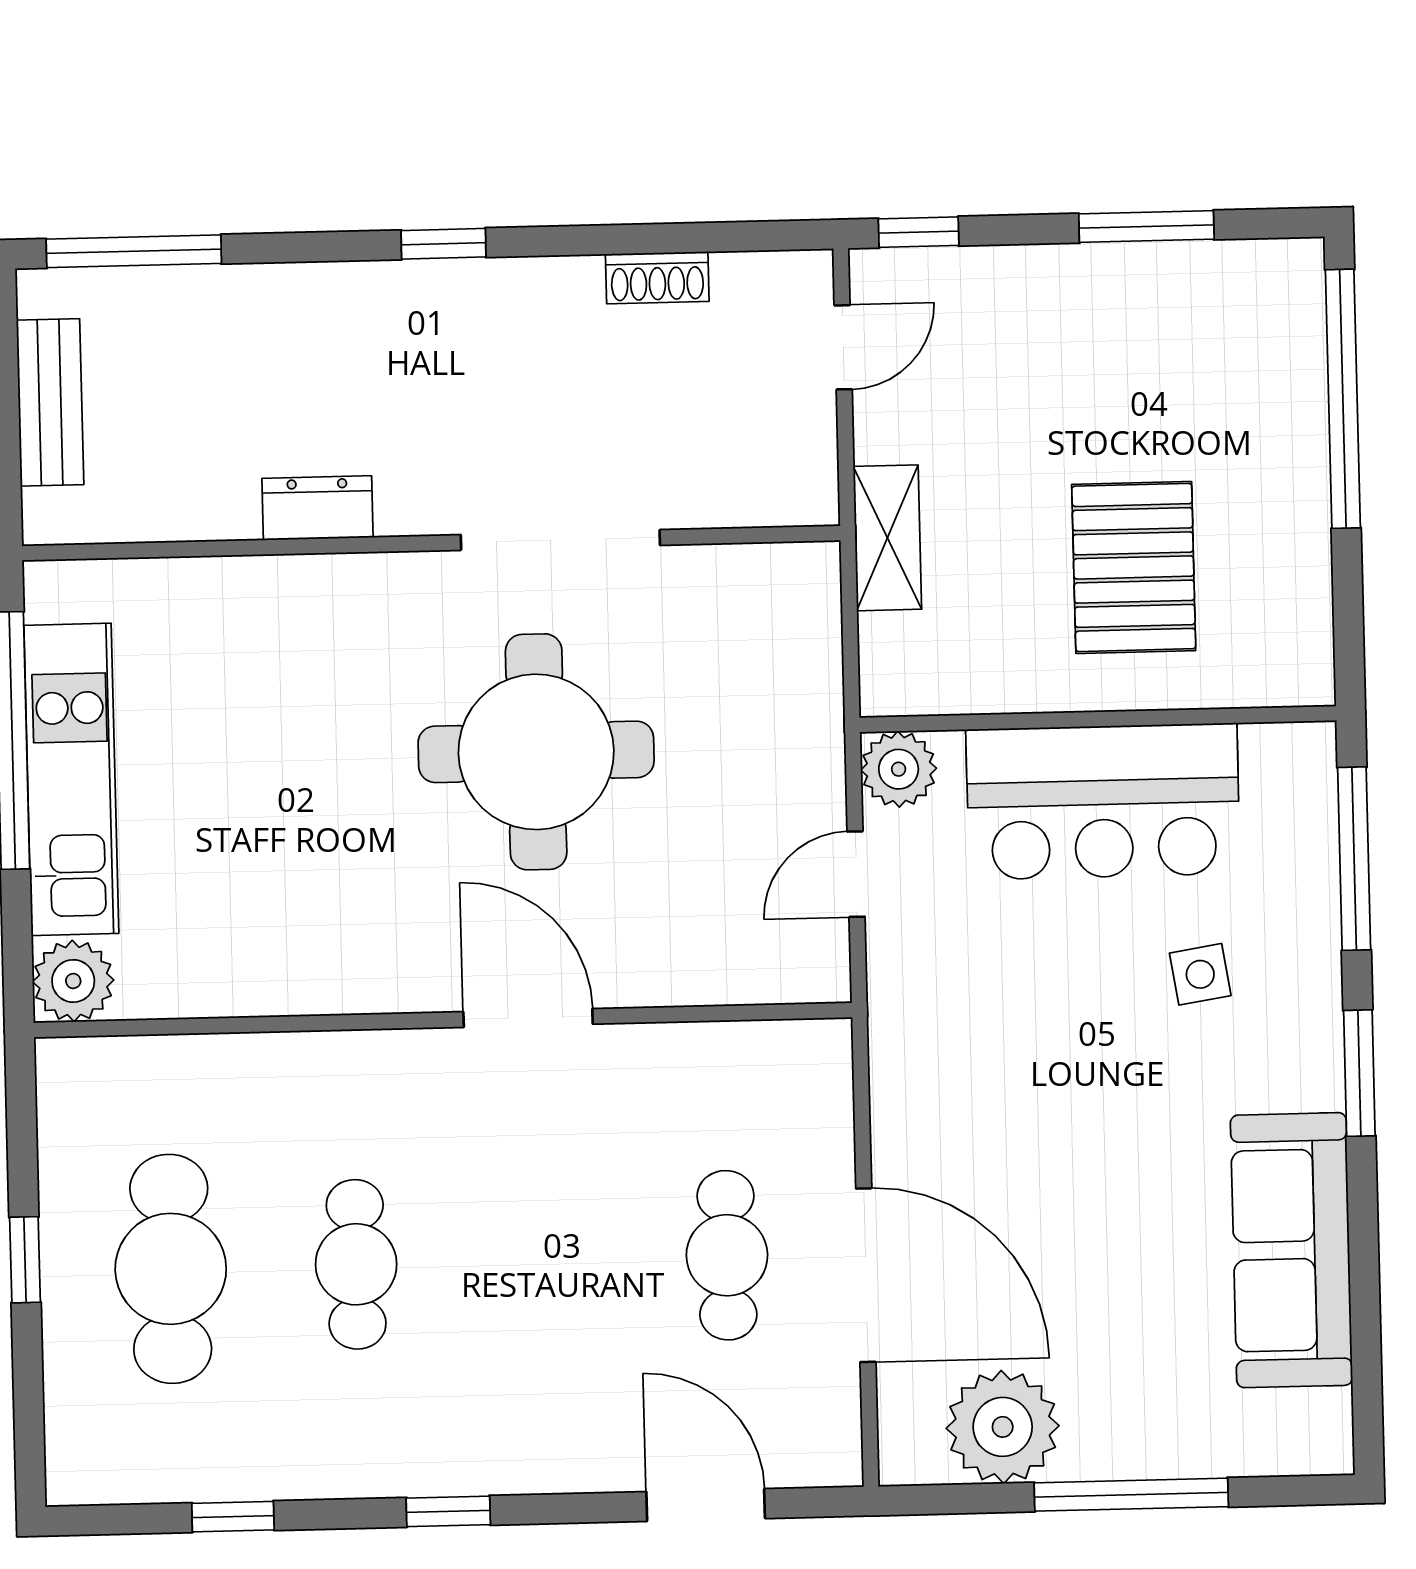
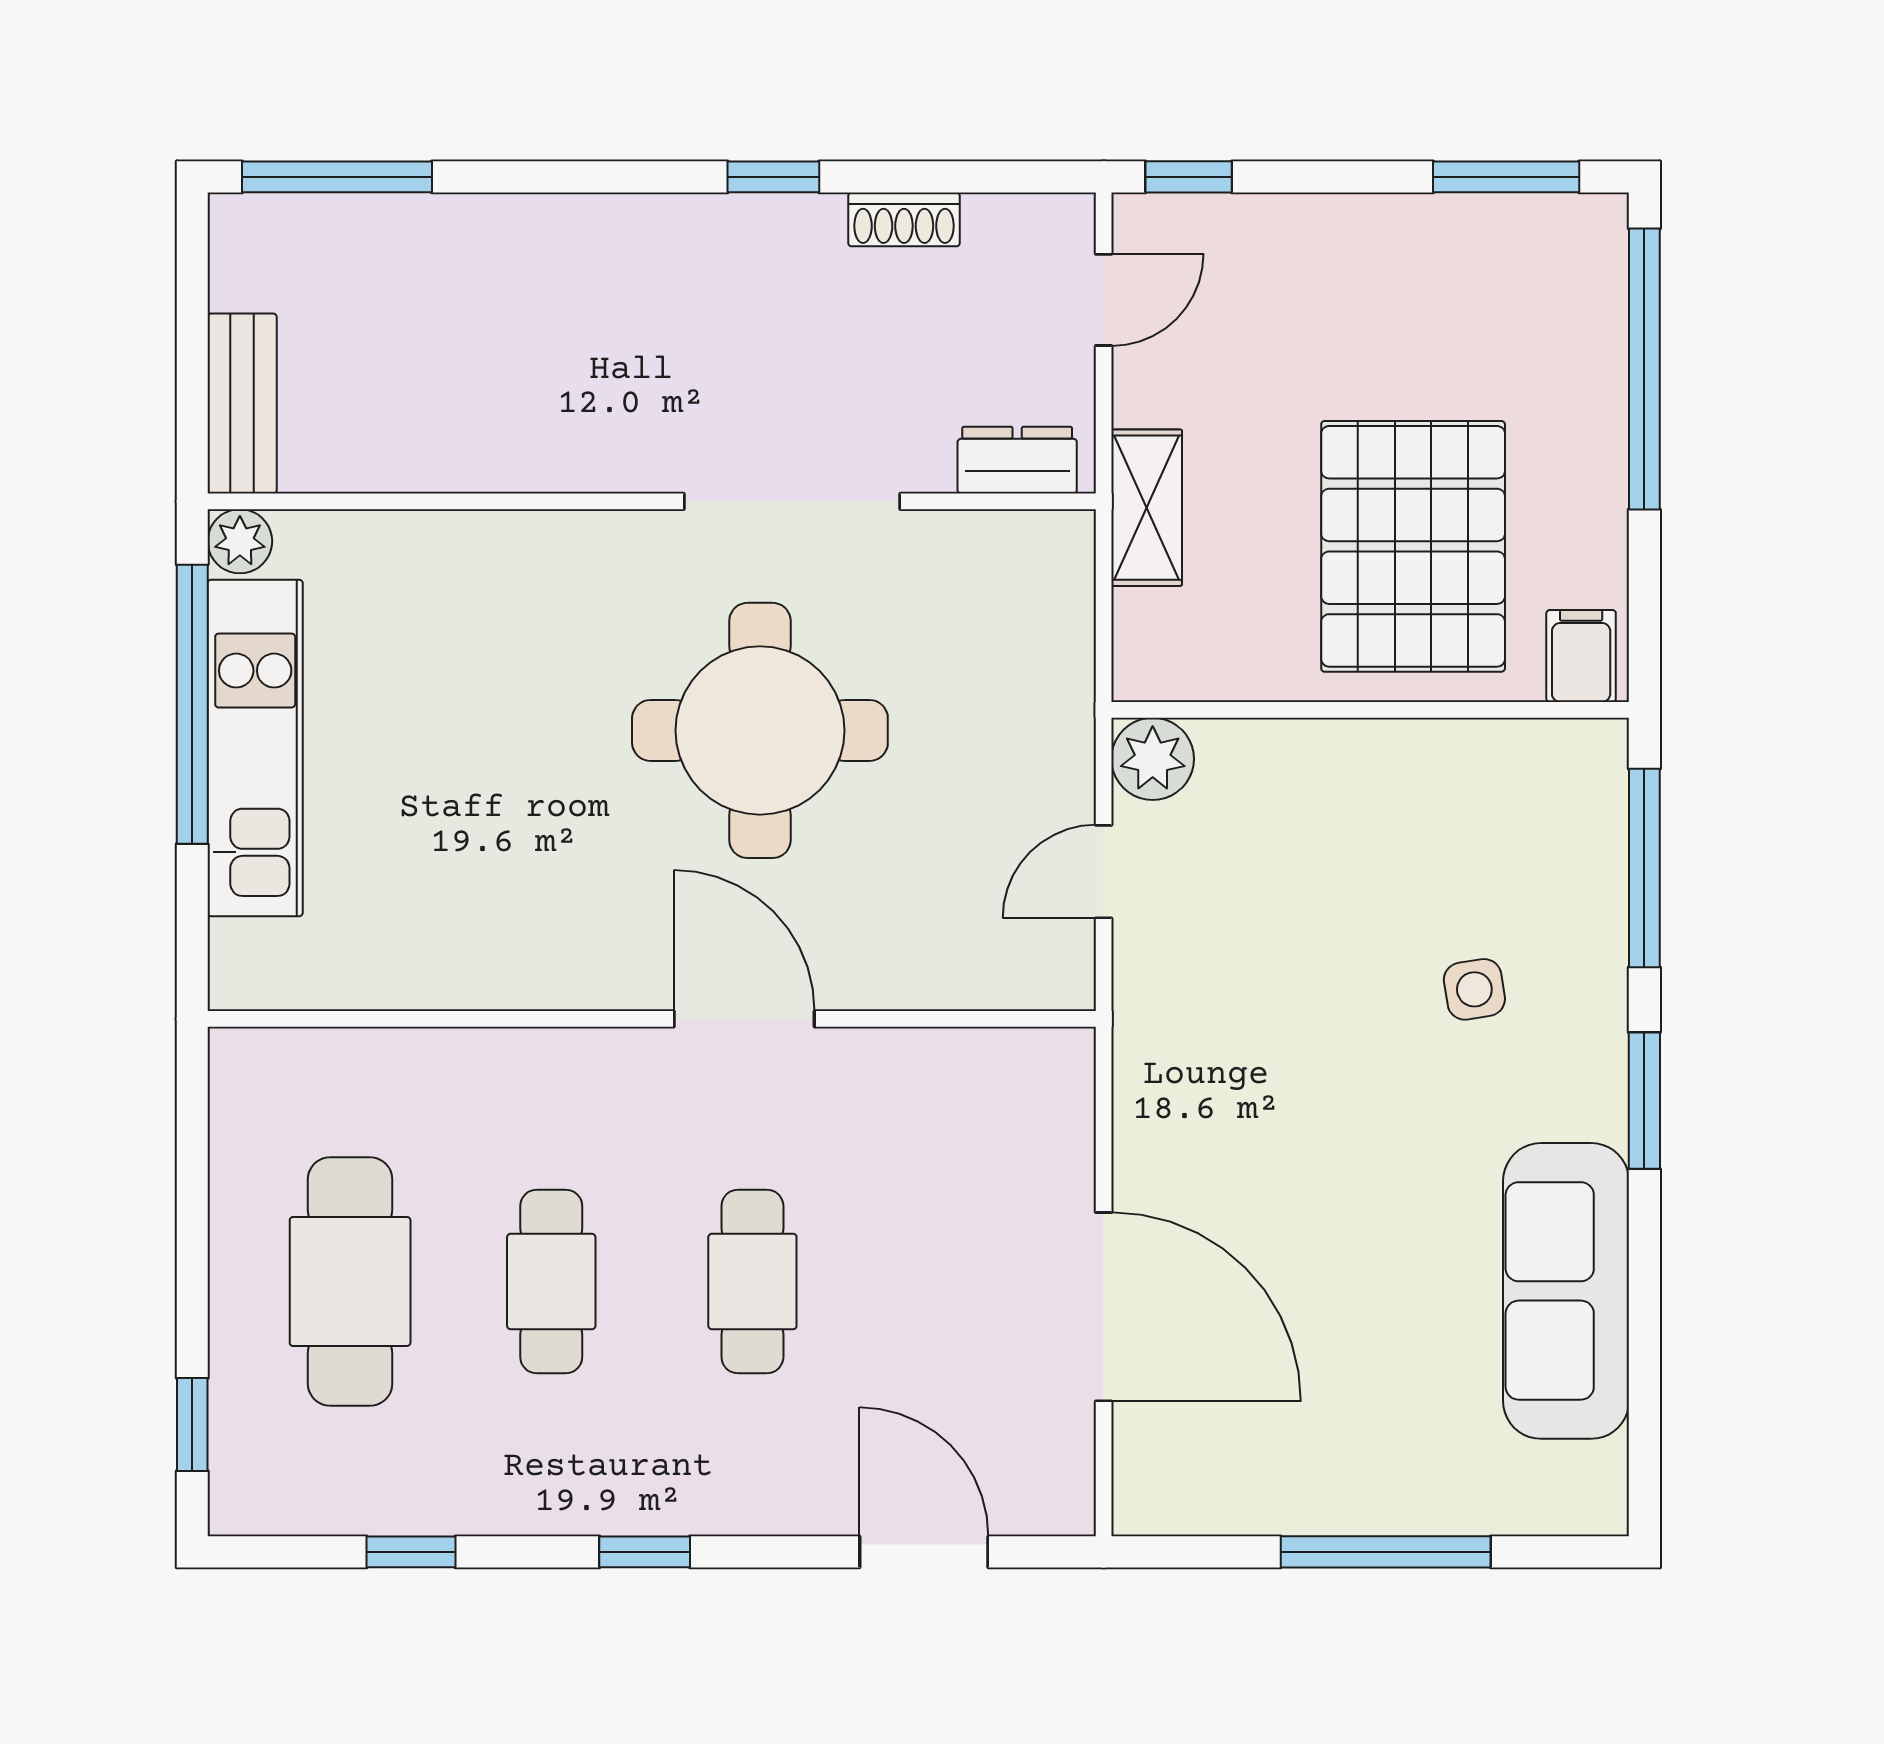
window: (1146, 227) -> (1506, 177), moved
window: (443, 244) -> (773, 177), moved
bench: (50, 402) -> (242, 404), moved
dresser: (317, 508) -> (1017, 460), moved
pallet: (1134, 567) -> (1413, 546), width x1.37, depth x1.41
filing cabinet: (1291, 665) -> (1581, 656), added
bar counter: (1103, 802) -> (1374, 799), removed
plant: (73, 981) -> (240, 541), moved, width x0.73, depth x0.73
cafe table: (727, 1255) -> (752, 1281), moved
window: (25, 1260) -> (192, 1425), moved
plant: (1003, 1427) -> (1248, 1475), removed

